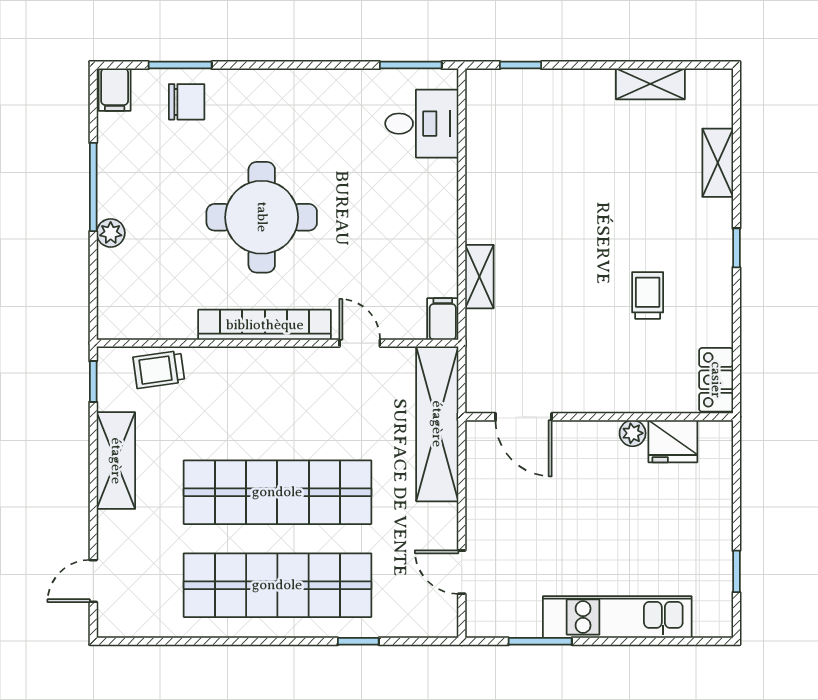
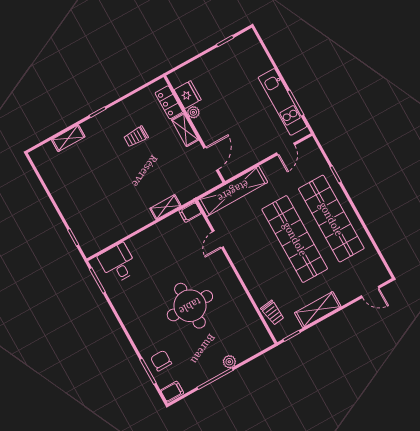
shelving: (650, 84) -> (185, 130), moved
bookcase: (265, 325) -> (232, 281), removed
locker: (716, 380) -> (169, 102), moved, turned 90
kitchen unit: (617, 617) -> (282, 102), moved

